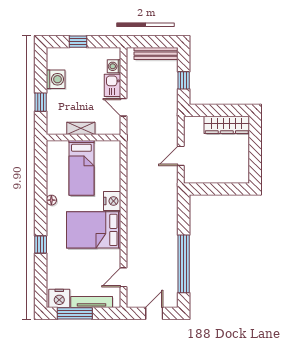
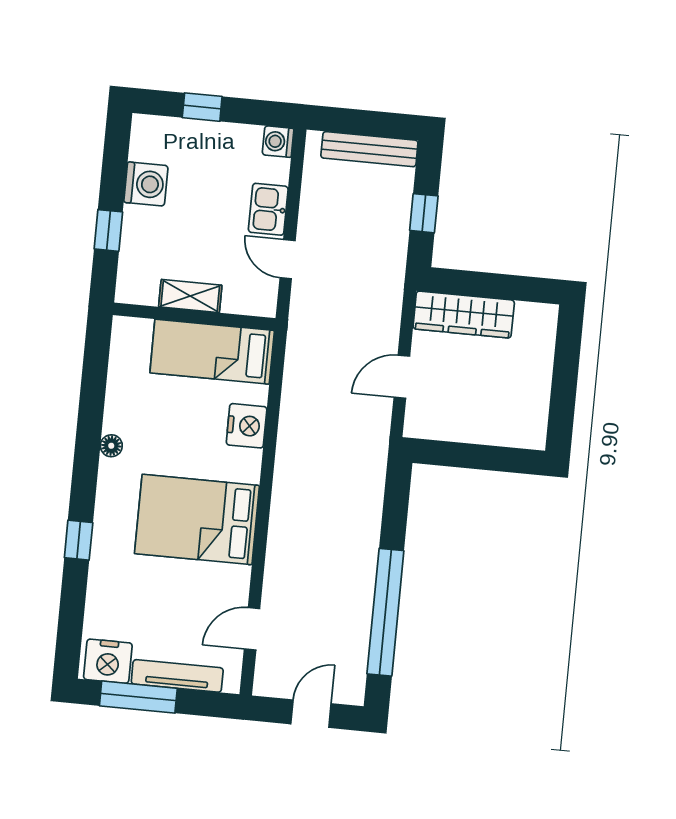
washing machine: (114, 66) -> (278, 142), moved
wardrobe: (227, 125) -> (464, 315), moved
bed: (81, 168) -> (212, 352), moved, turned 90
nightstand: (112, 201) -> (247, 426), moved

